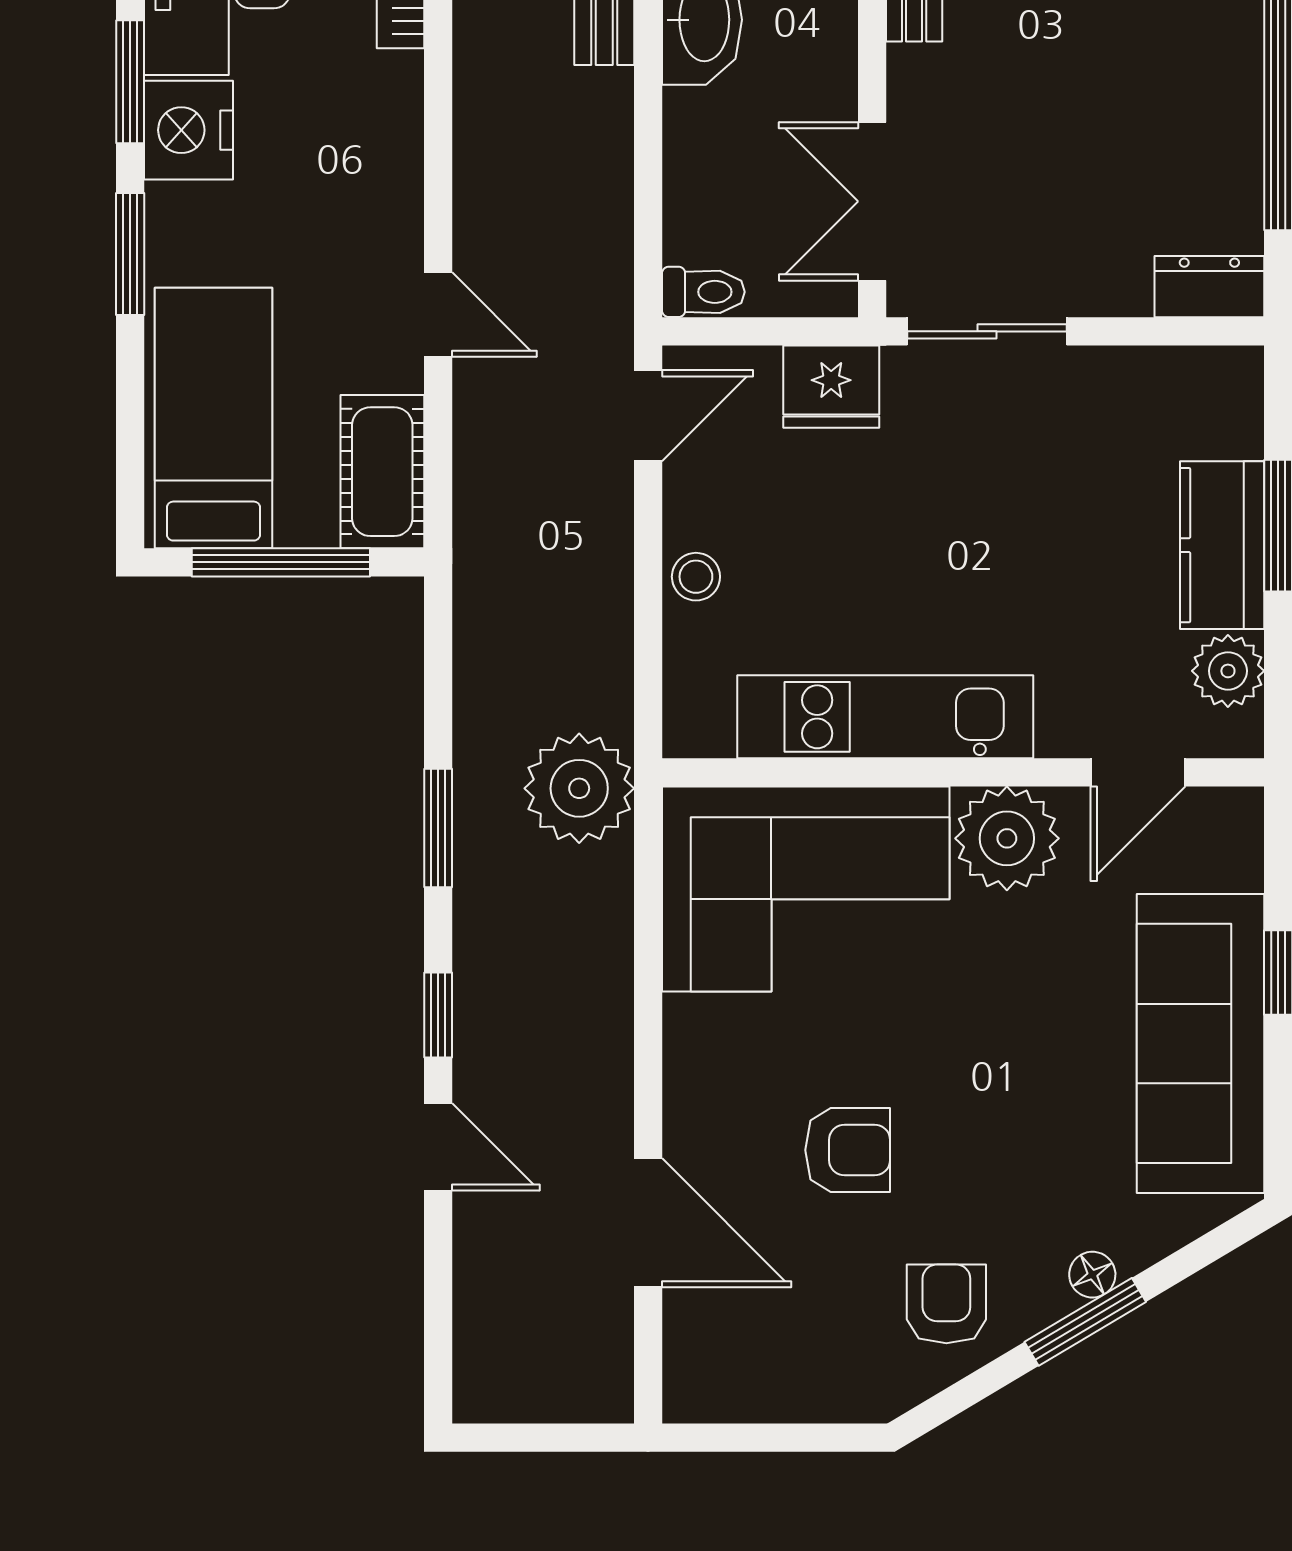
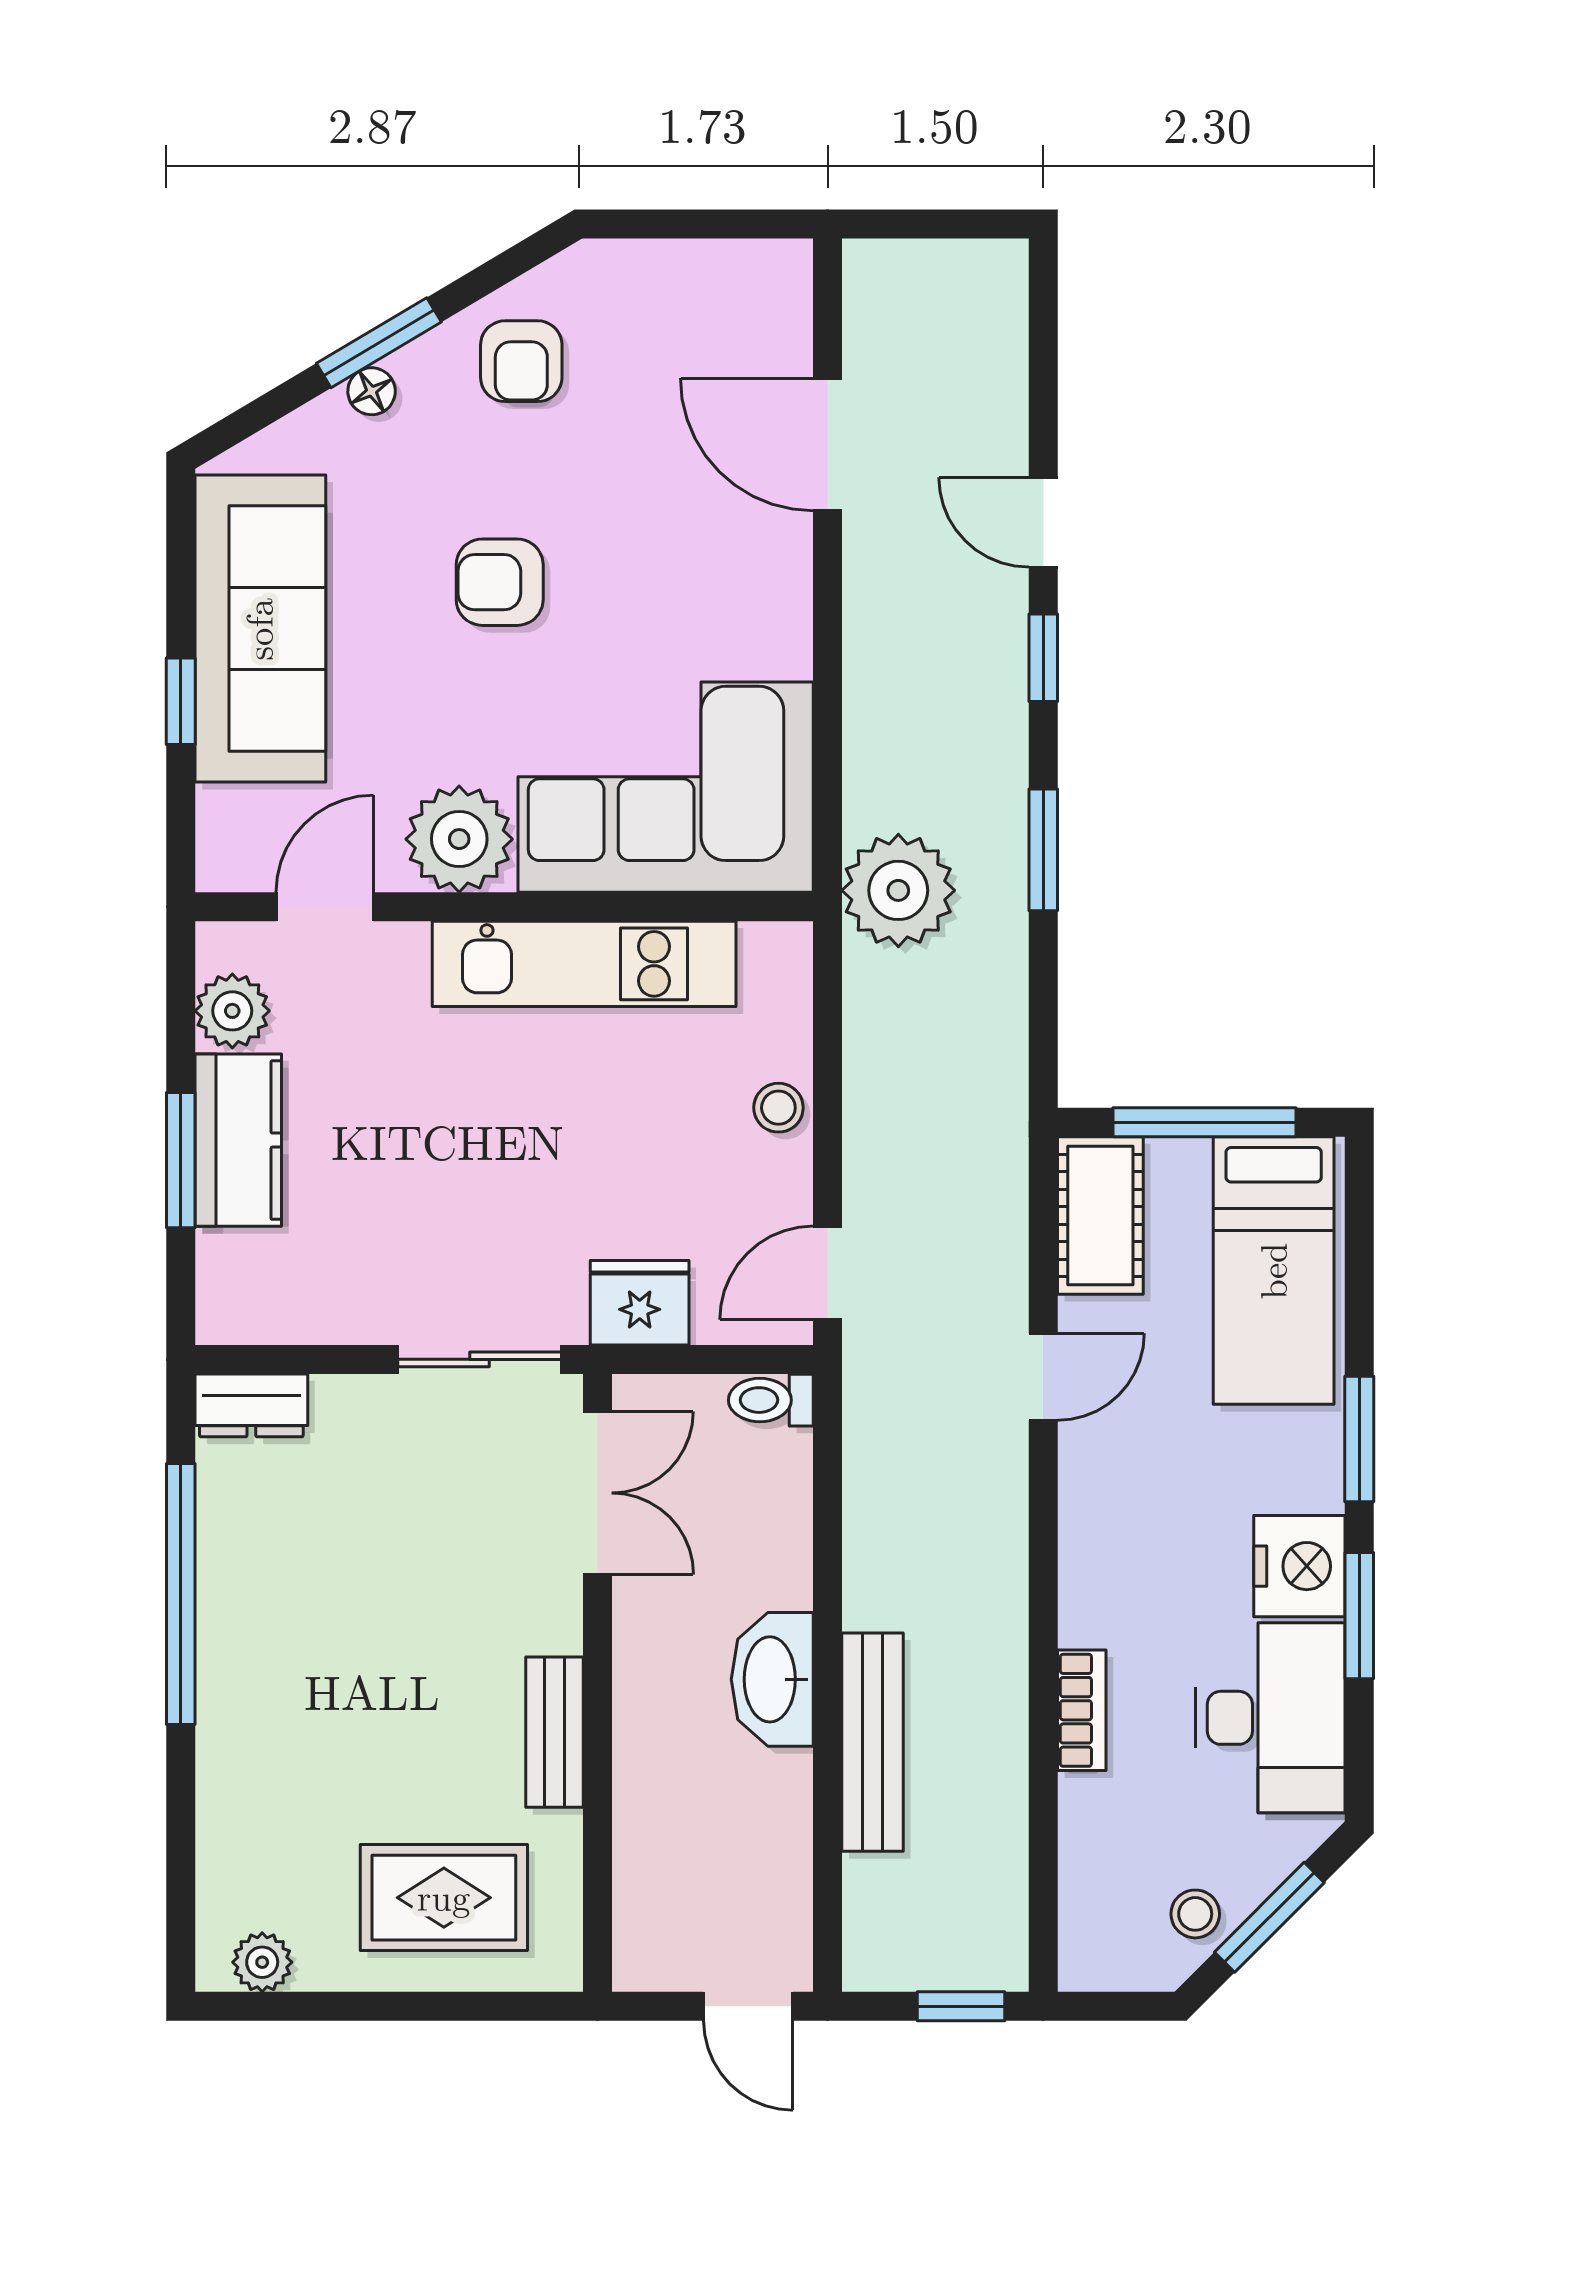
door: (438, 315) -> (1043, 1377), swing flipped
armchair: (848, 1150) -> (500, 582), moved

